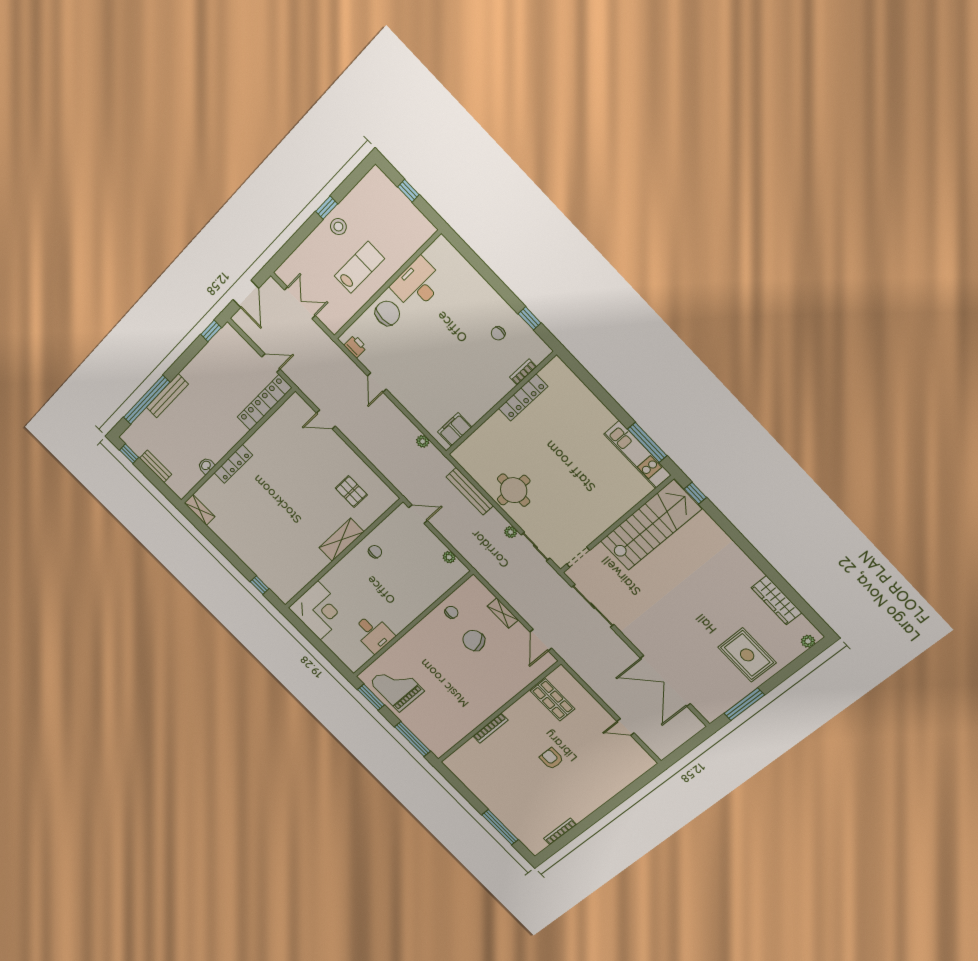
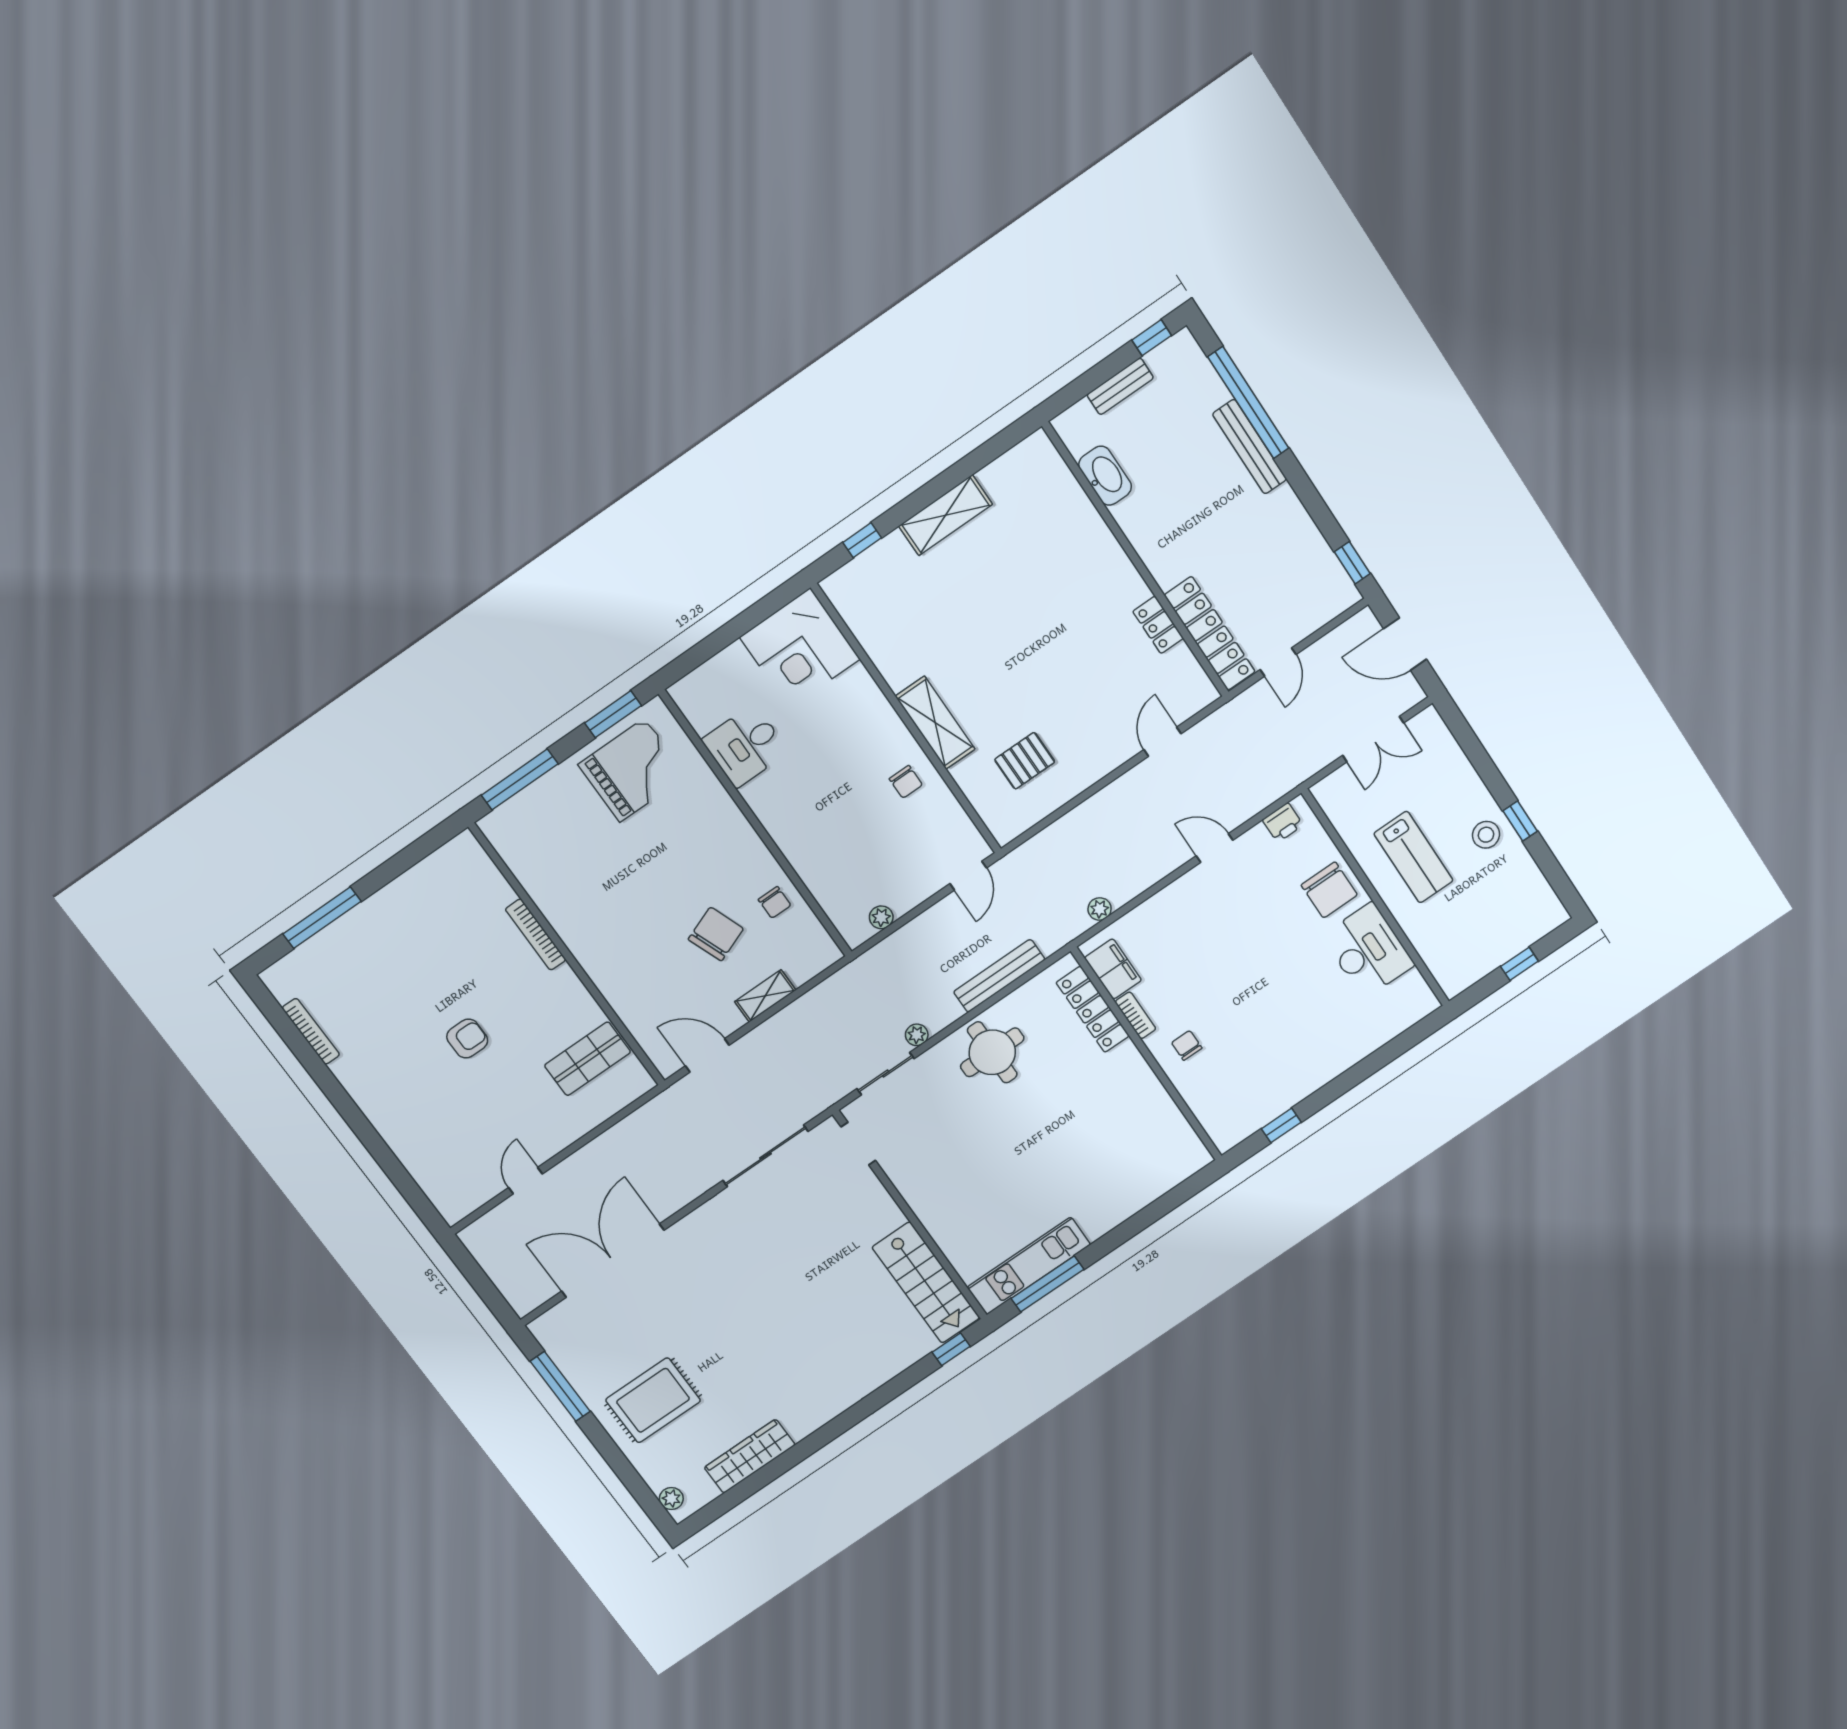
chair: (498, 333) -> (1187, 1045), moved
bookcase: (523, 372) -> (1135, 1015), moved
locker: (523, 397) -> (1093, 1009), moved
locker: (233, 464) -> (1158, 625), moved, width x0.66
washbasin: (206, 466) -> (1105, 476), width x1.91, depth x1.45
shelving: (200, 510) -> (946, 515), moved, width x1.50, depth x1.33
stairs: (651, 525) -> (926, 1283), width x0.73, depth x0.66

